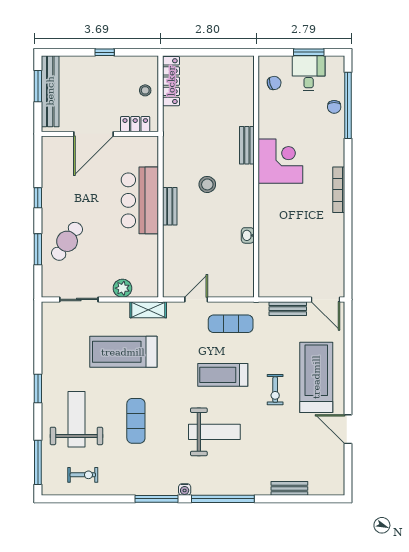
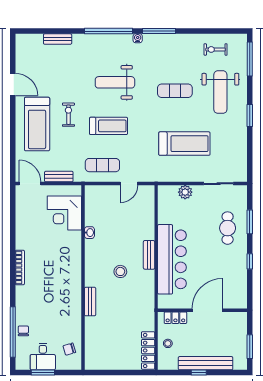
bench: (50, 91) -> (206, 363), moved, turned 90
corner desk: (280, 161) -> (64, 213), moved
bar counter: (140, 200) -> (172, 259), width x1.36
cafe table: (67, 241) -> (228, 228), turned -34
shelving: (148, 310) -> (165, 176), removed
exercise mat: (136, 421) -> (175, 91), turned 90

